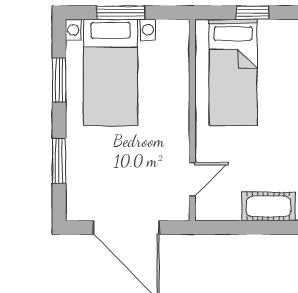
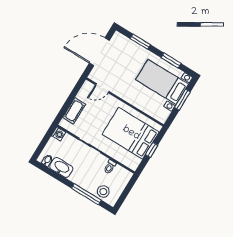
bed: (233, 72) -> (131, 133), width x1.50
door: (192, 179) -> (102, 88), hinge flipped

